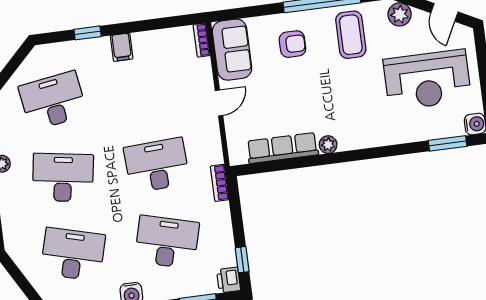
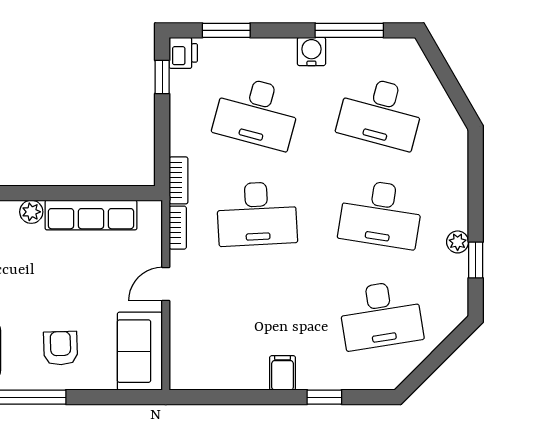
bookcase: (202, 40) -> (178, 228), moved
armchair: (292, 44) -> (61, 348), turned 88

